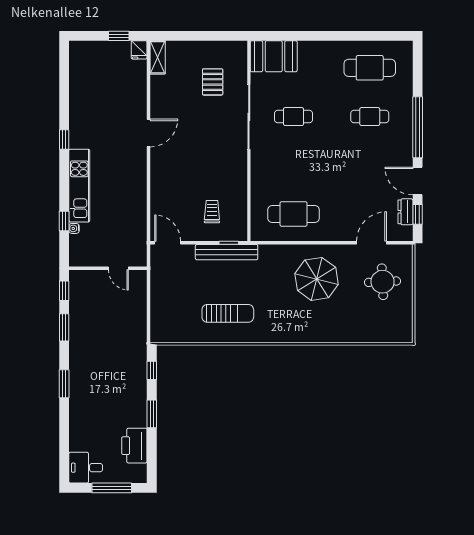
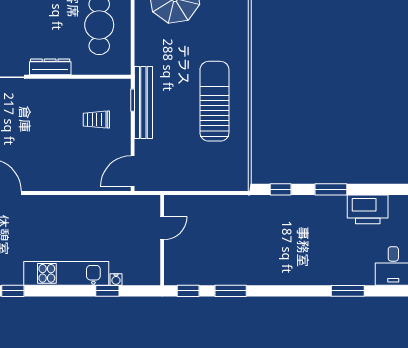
dresser: (257, 172) -> (50, 67), added
sun lounger: (228, 313) -> (214, 101), width x1.36, depth x1.34
window: (64, 384) -> (348, 291), moved

